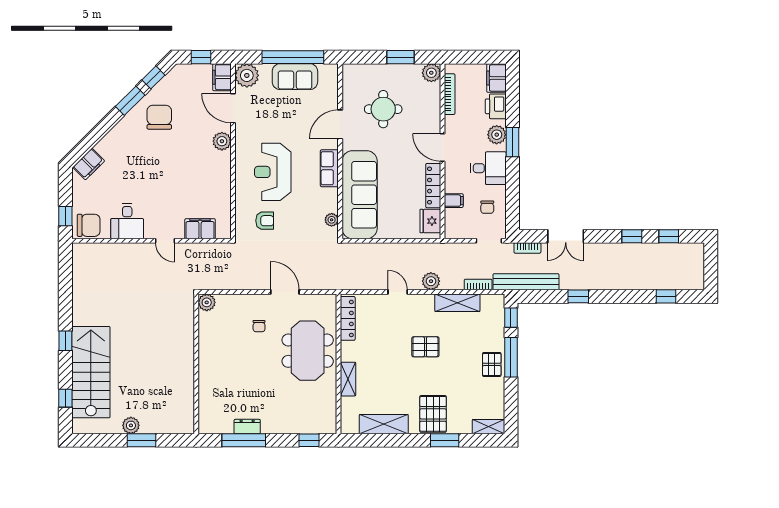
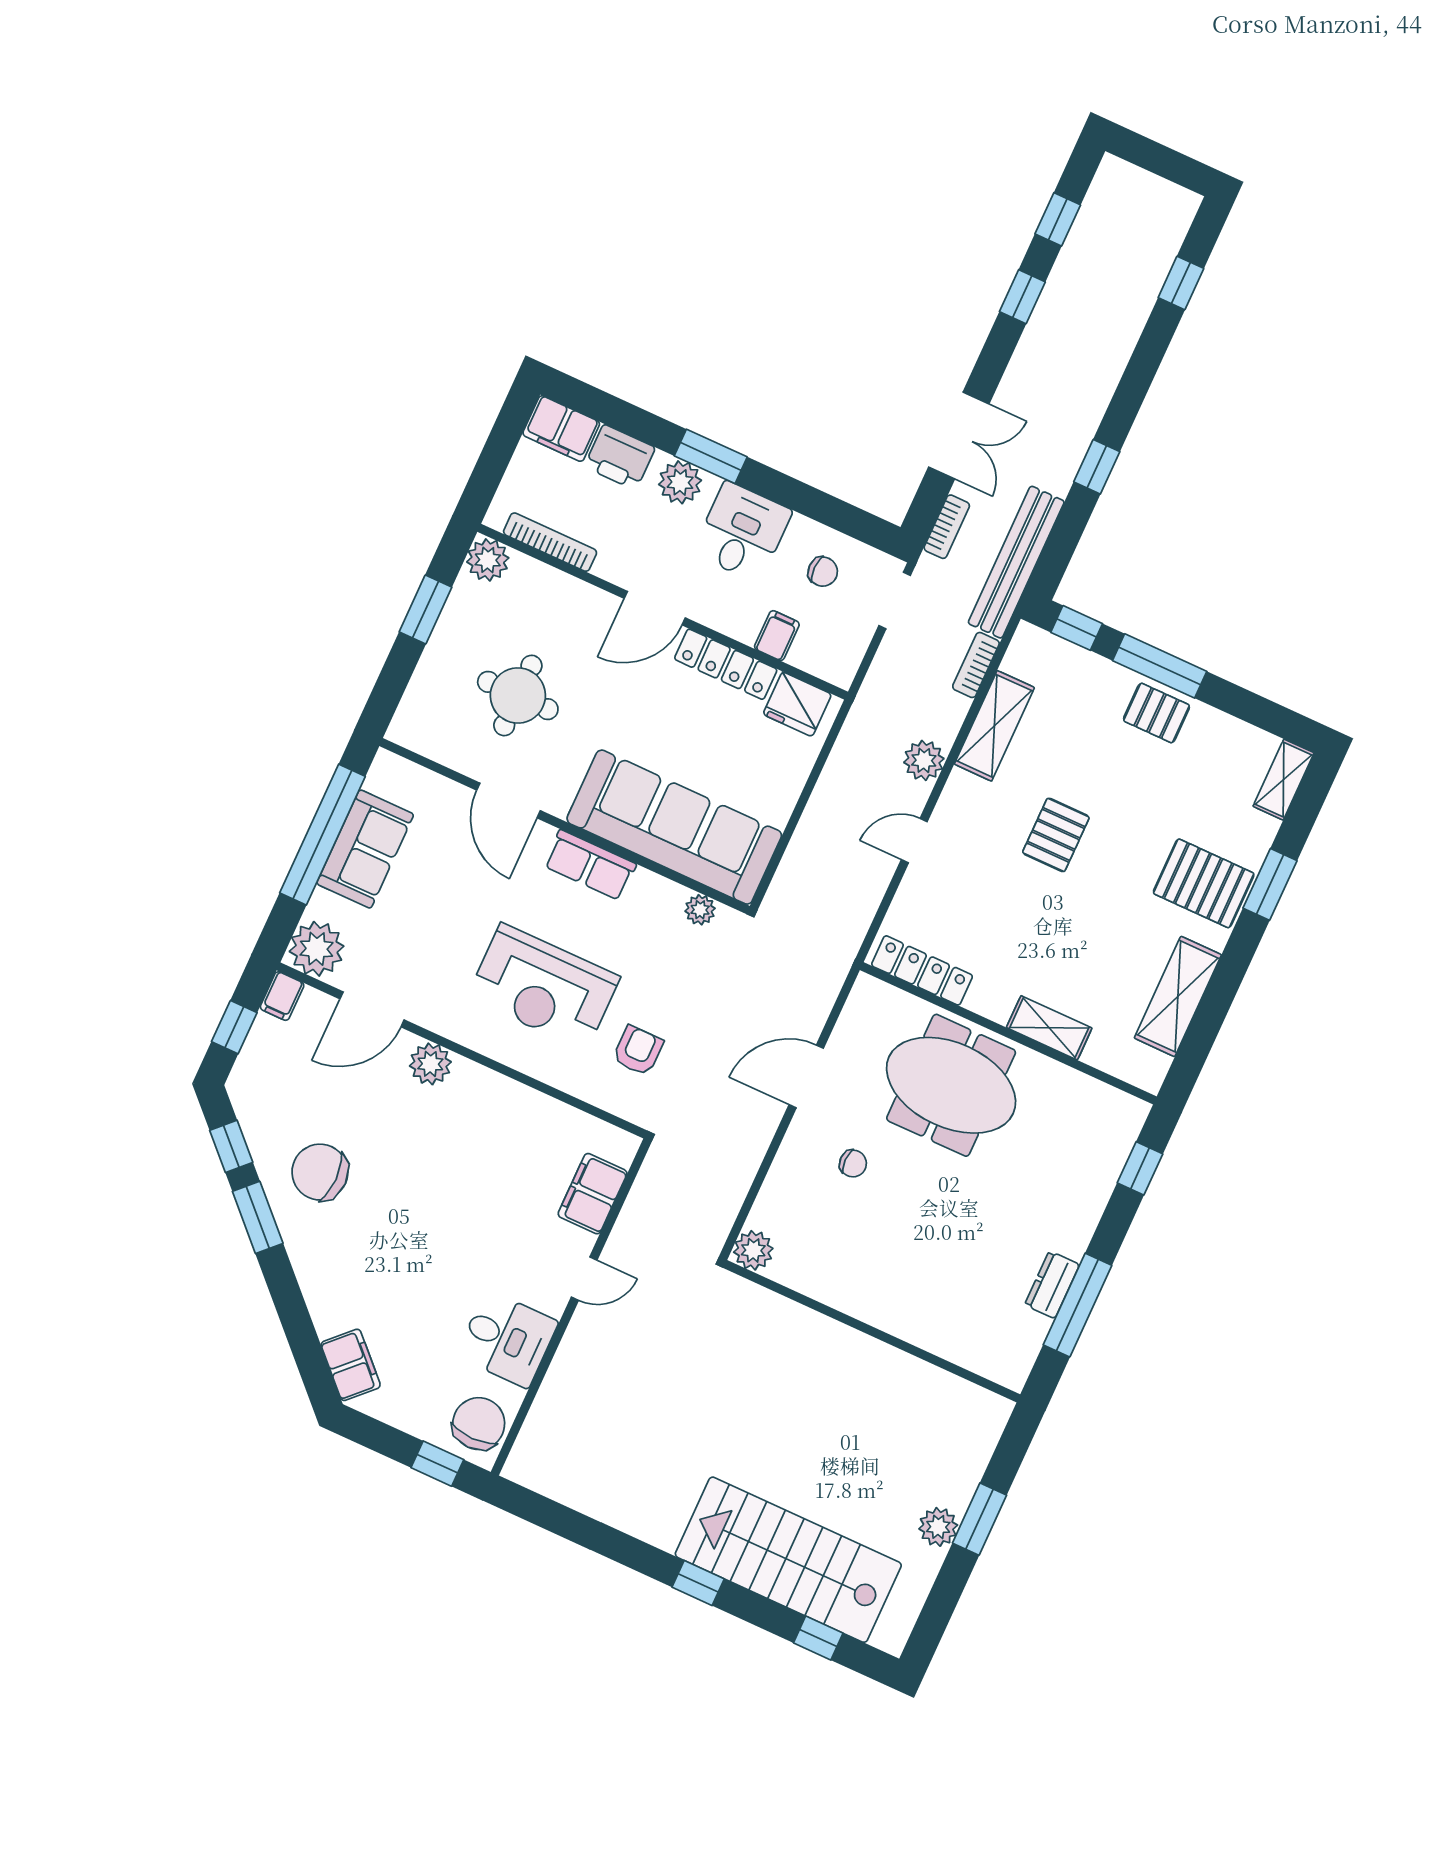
filing cabinet: (222, 77) -> (282, 996), width x0.50

